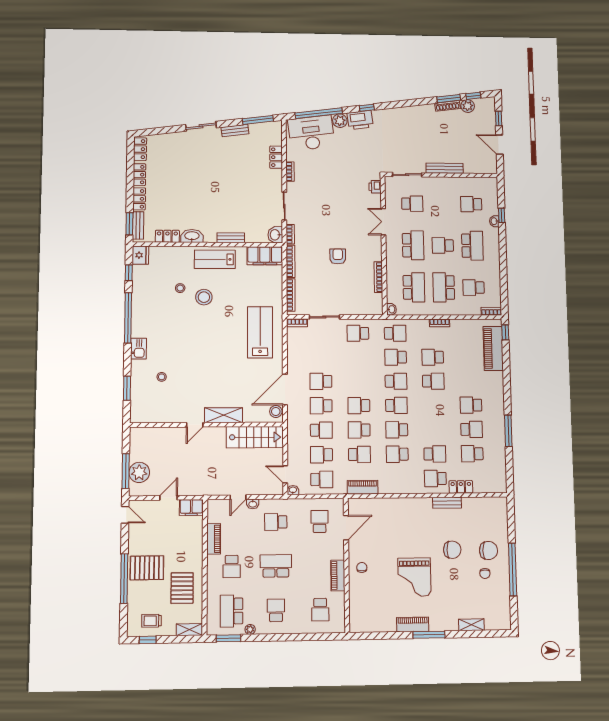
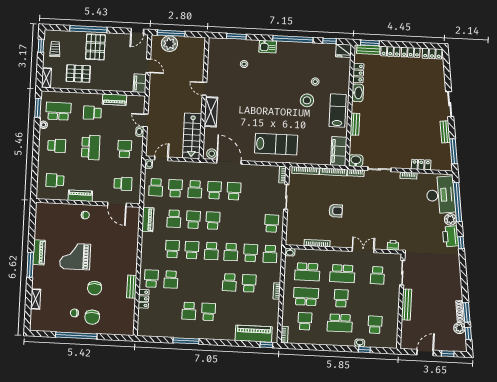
school desk: (472, 454) -> (169, 310), removed

